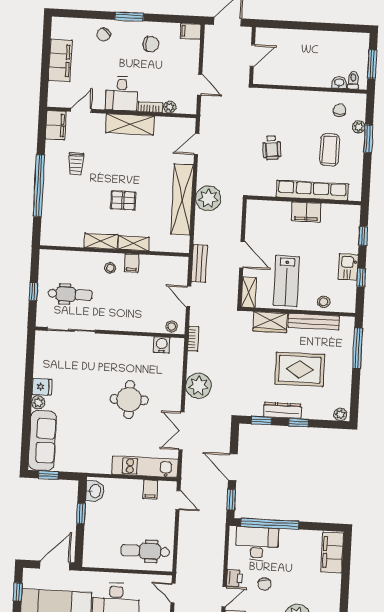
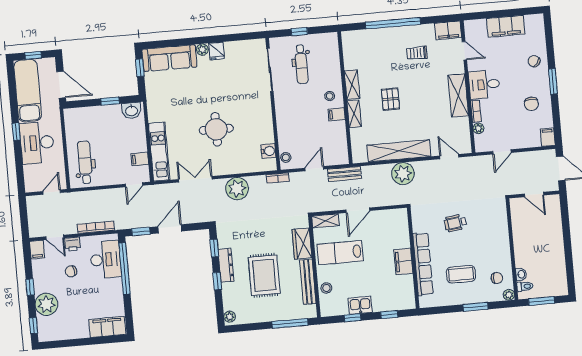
plant: (359, 127) -> (509, 295), moved
bookcase: (219, 549) -> (96, 227), added

